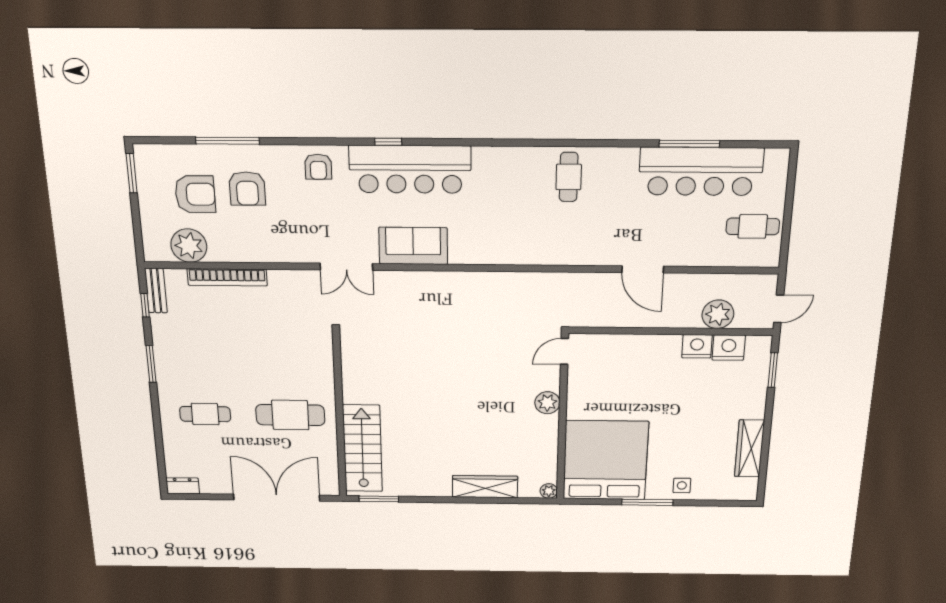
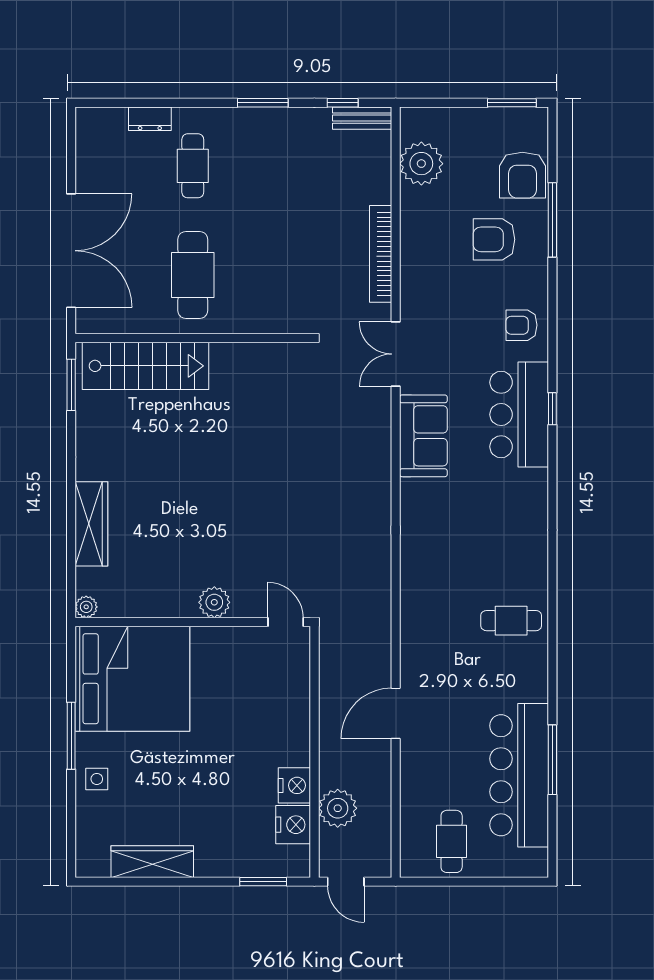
bar counter: (410, 169) -> (519, 415), width x0.73
armchair: (195, 194) -> (522, 175), moved
bookcase: (227, 277) -> (381, 254), moved
dresser: (183, 486) -> (150, 119), moved, turned 90

